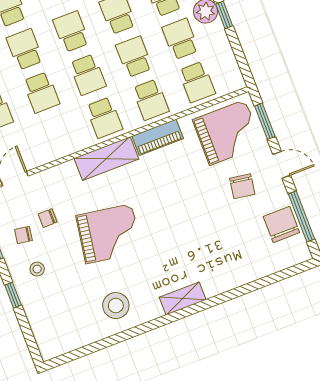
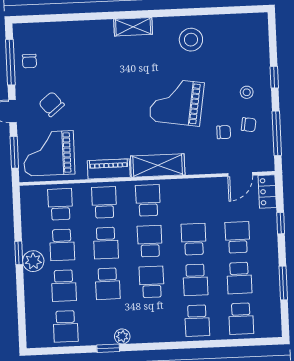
school desk: (71, 32) -> (152, 282), turned 180
chair: (242, 186) -> (52, 104), turned -48
chair: (281, 224) -> (29, 61), width x0.54, depth x0.54

